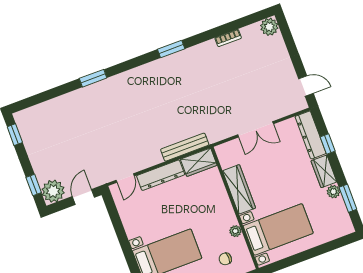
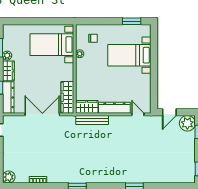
double door: (256, 129) -> (42, 114), width x1.37
door: (125, 178) -> (138, 114), hinge flipped
wardrobe: (239, 189) -> (67, 97), moved

